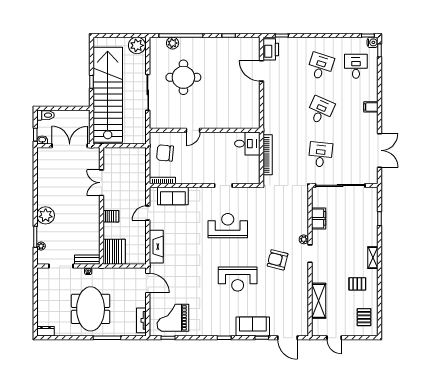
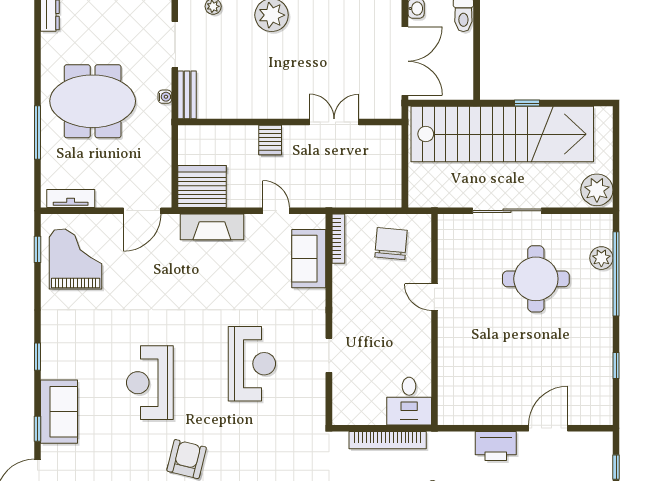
printer: (271, 49) -> (496, 446), moved
server rack: (114, 252) -> (202, 186), moved, turned 180

